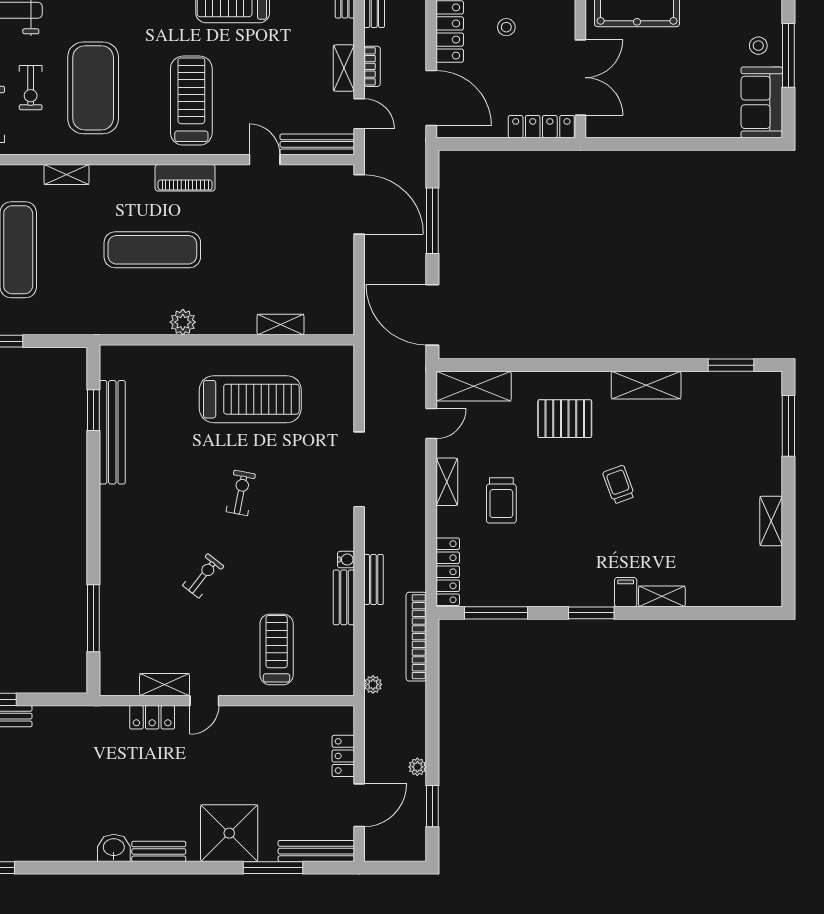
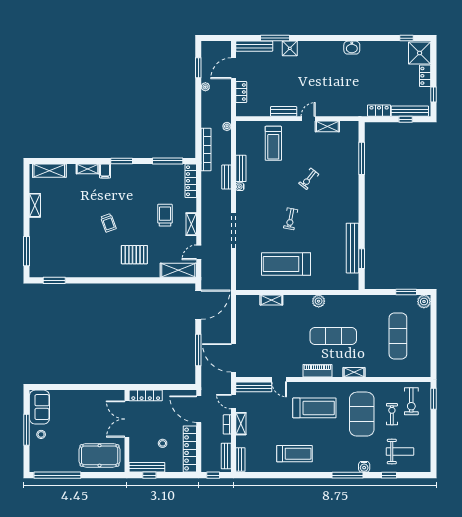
treadmill: (191, 101) -> (314, 408), turned -90
shelving: (67, 174) -> (354, 372), moved
door: (432, 315) -> (198, 305), hinge flipped
shelving: (646, 385) -> (49, 171), moved
locker: (152, 717) -> (379, 111), moved
shower: (229, 833) -> (290, 48), width x0.54, depth x0.54
bench: (159, 851) -> (284, 111), moved

